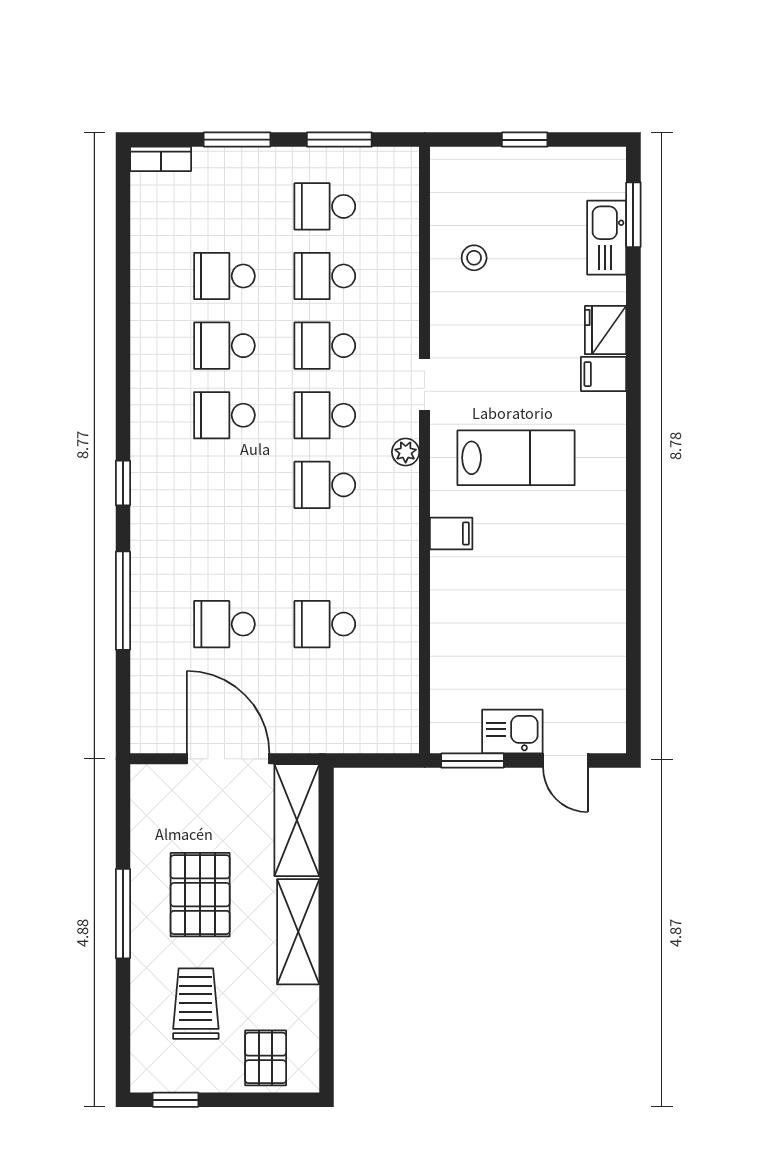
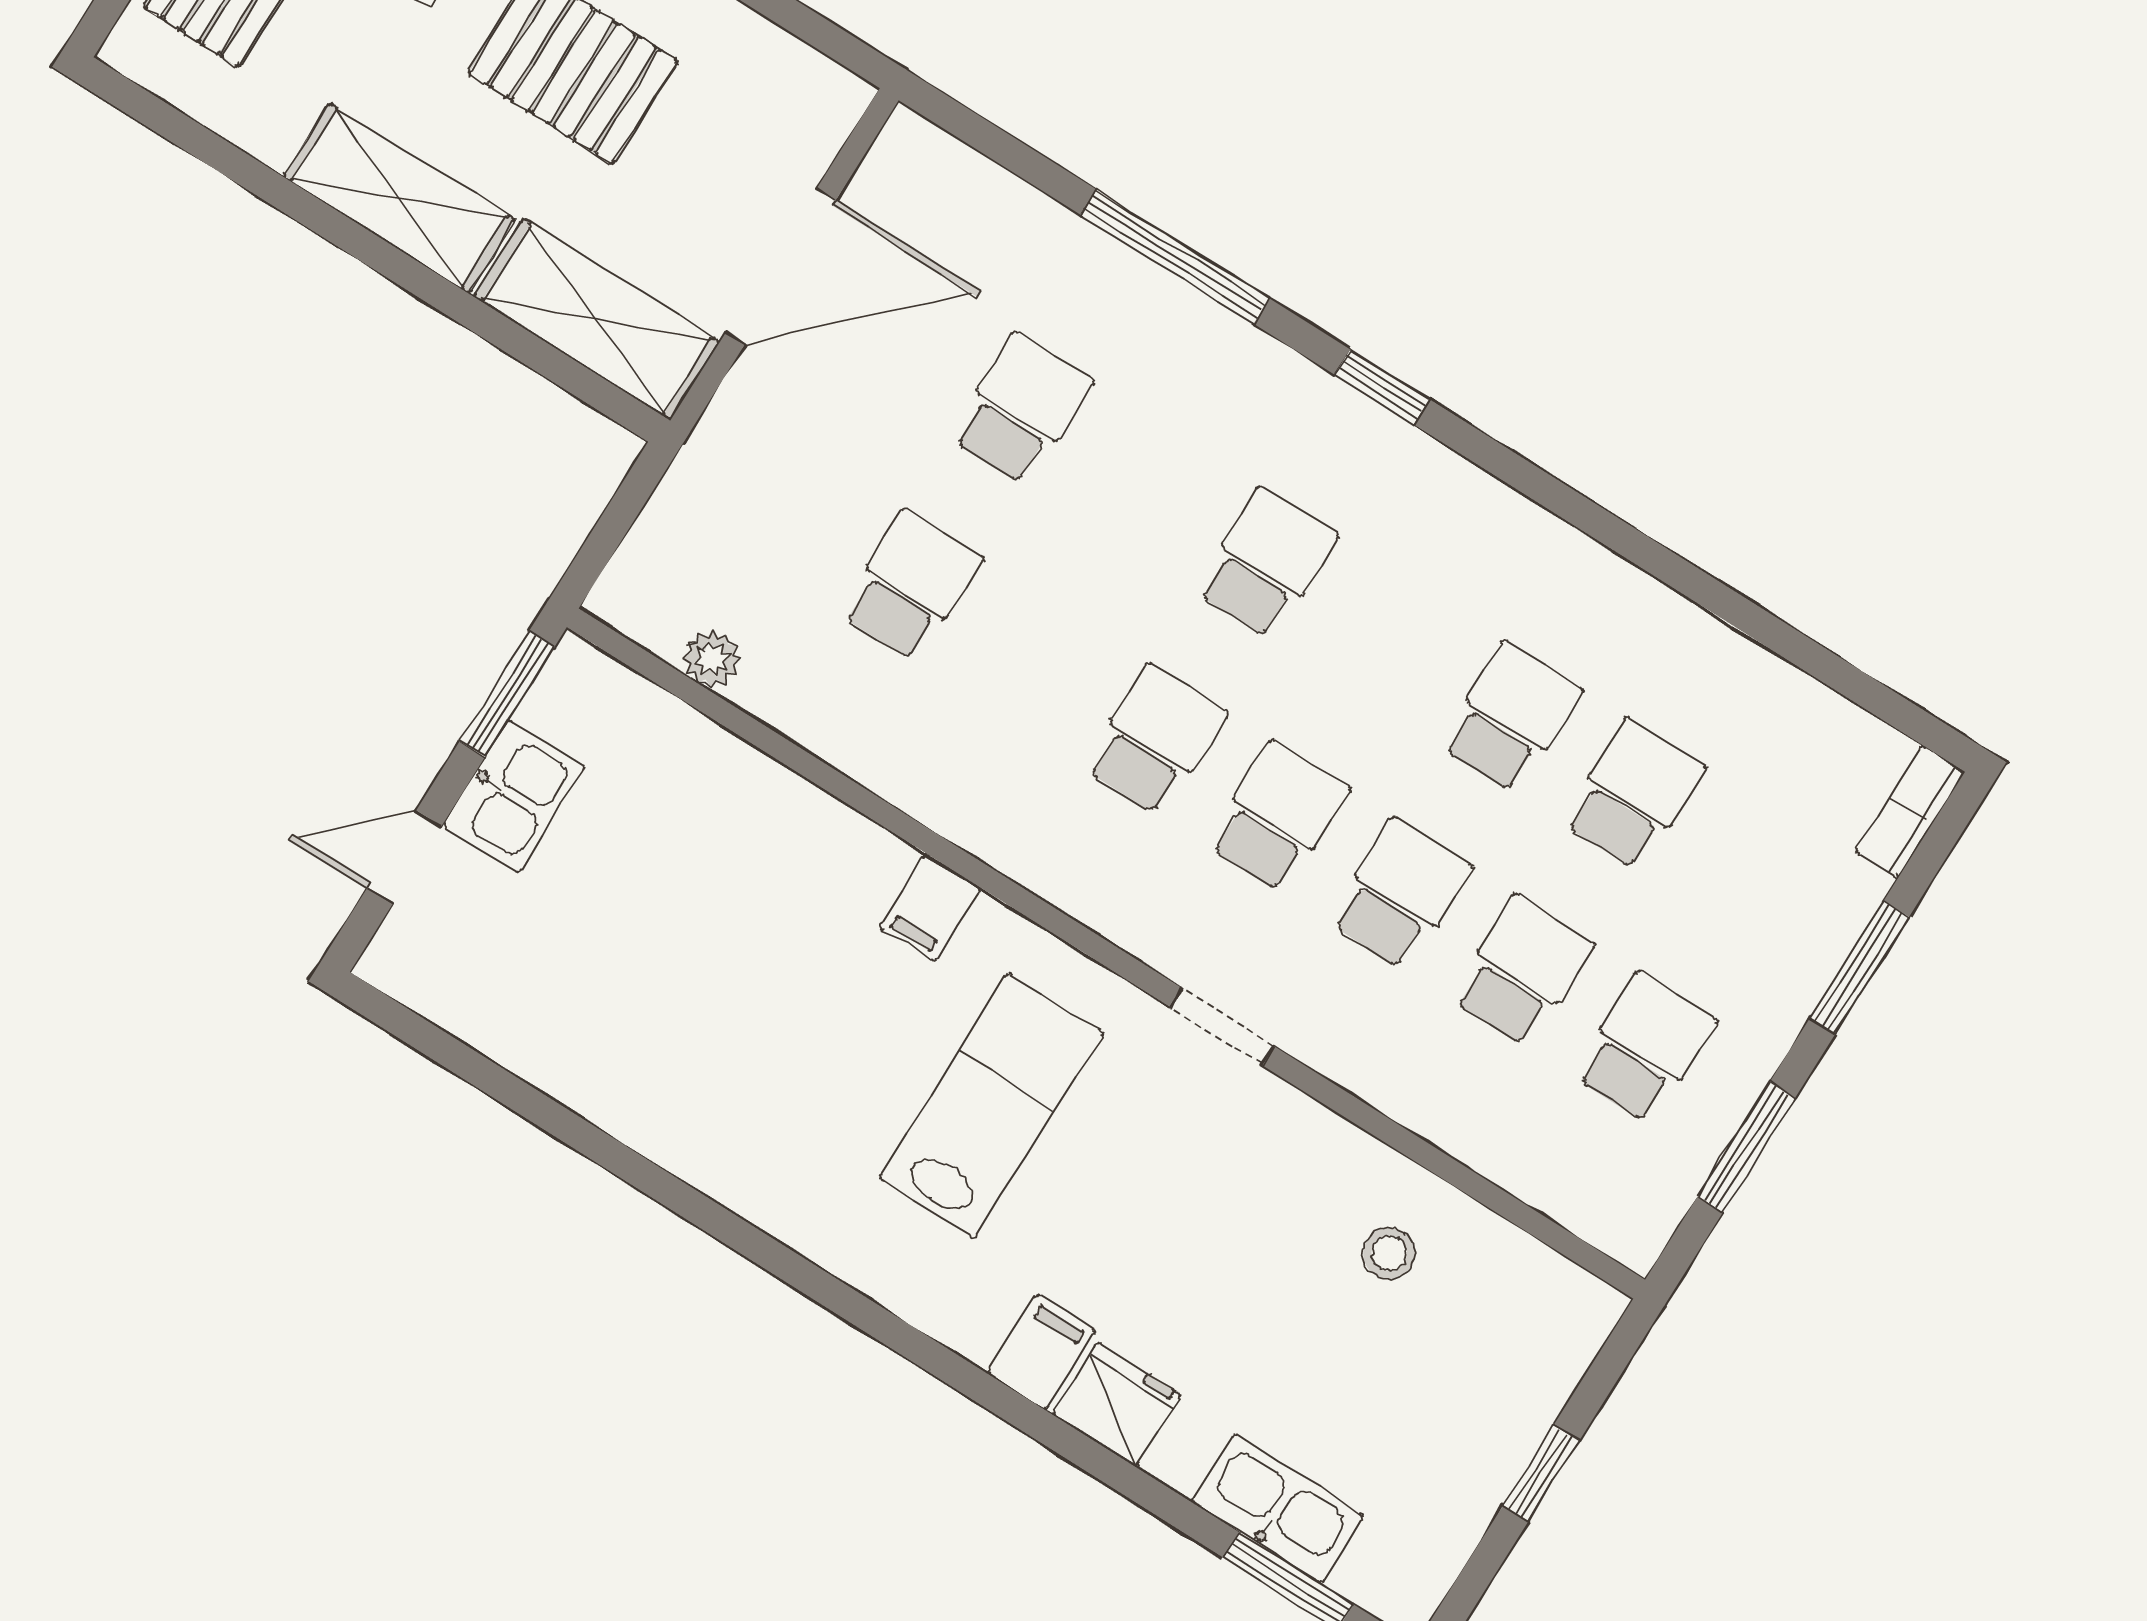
school desk: (224, 415) -> (1266, 563), moved
plant: (406, 452) -> (712, 659), moved
lab bench: (516, 458) -> (991, 1106), turned 180

